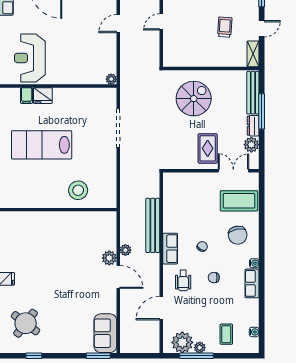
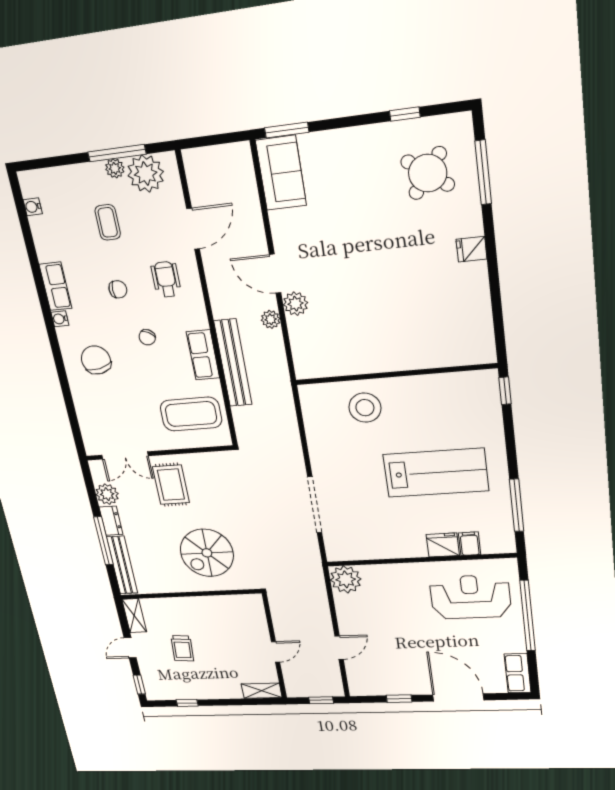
reception desk: (30, 58) -> (470, 597), turned -90
plant: (111, 79) -> (346, 579), width x1.87, depth x1.87
coffee table: (239, 201) -> (191, 414), moved
row of seats: (170, 249) -> (203, 355), moved
coffee table: (226, 334) -> (108, 222), moved

